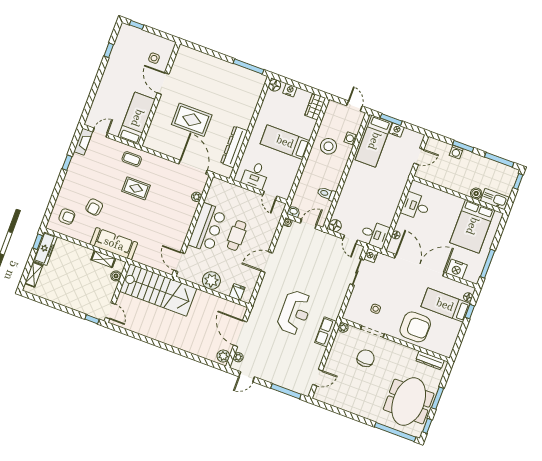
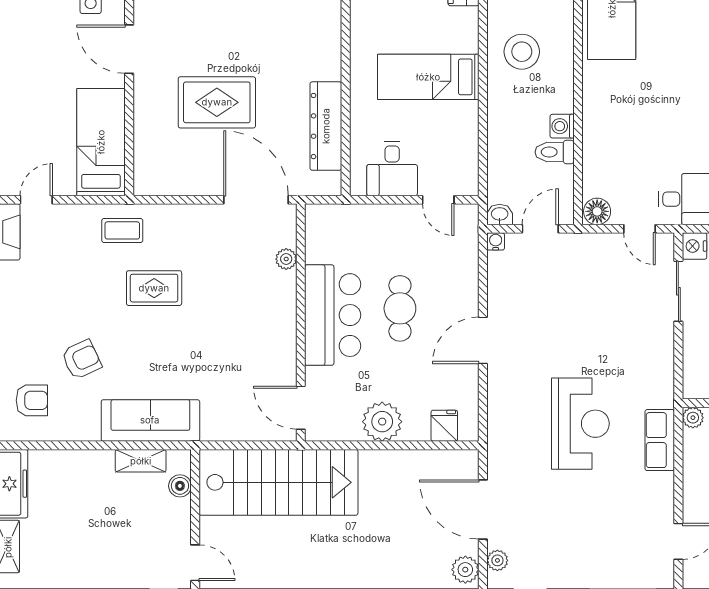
washing machine: (351, 139) -> (562, 126), moved
armchair: (94, 207) -> (81, 360), turned -123

